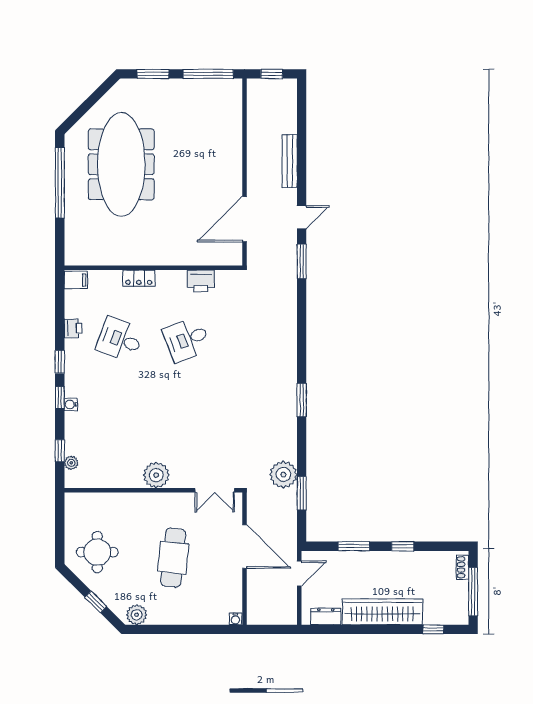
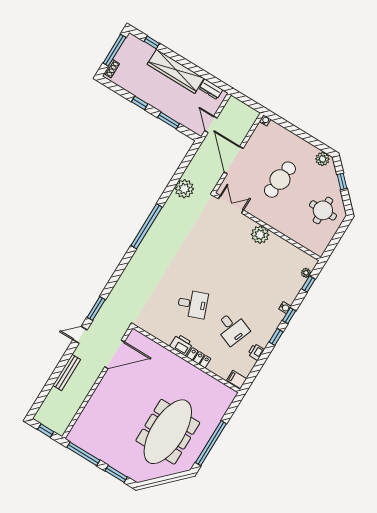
printer: (201, 281) -> (181, 345), moved
window: (302, 400) -> (147, 226), width x2.11
window: (302, 493) -> (180, 171), removed
door: (299, 573) -> (211, 124), hinge flipped

